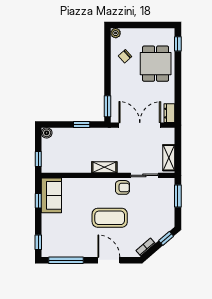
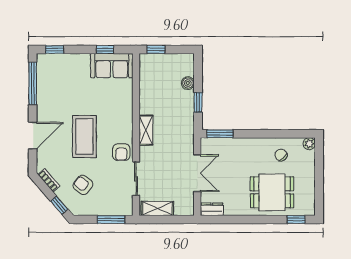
double door: (140, 125) -> (197, 173), width x0.73
boiler: (47, 133) -> (188, 83), moved
armchair: (149, 219) -> (83, 185), added

